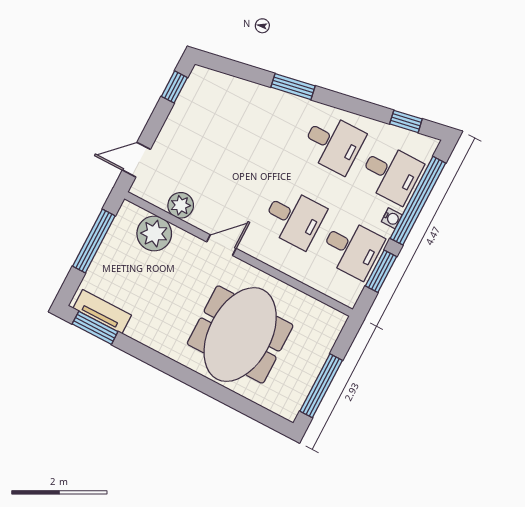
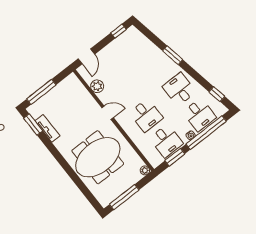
desk: (333, 143) -> (179, 89), turned 180
door: (136, 160) -> (86, 56), swing flipped
plant: (154, 234) -> (145, 170), moved, width x0.53, depth x0.53
window: (94, 241) -> (41, 92), moved
tv unit: (102, 312) -> (47, 128), moved

